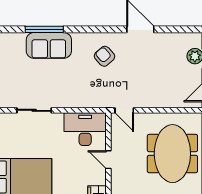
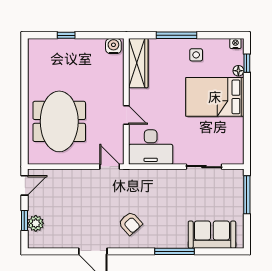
window: (44, 29) -> (175, 251), moved
sofa: (49, 45) -> (212, 235), moved

